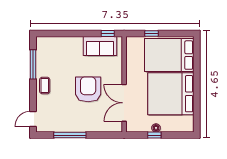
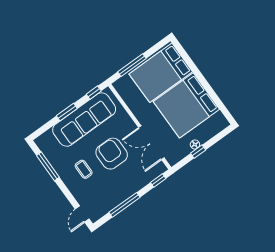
window: (77, 34) -> (67, 112), added
window: (152, 34) -> (132, 65), width x2.17
sofa: (100, 46) -> (84, 120), width x1.85, depth x1.27
coffee table: (45, 85) -> (84, 169), moved
window: (109, 135) -> (158, 181), added

